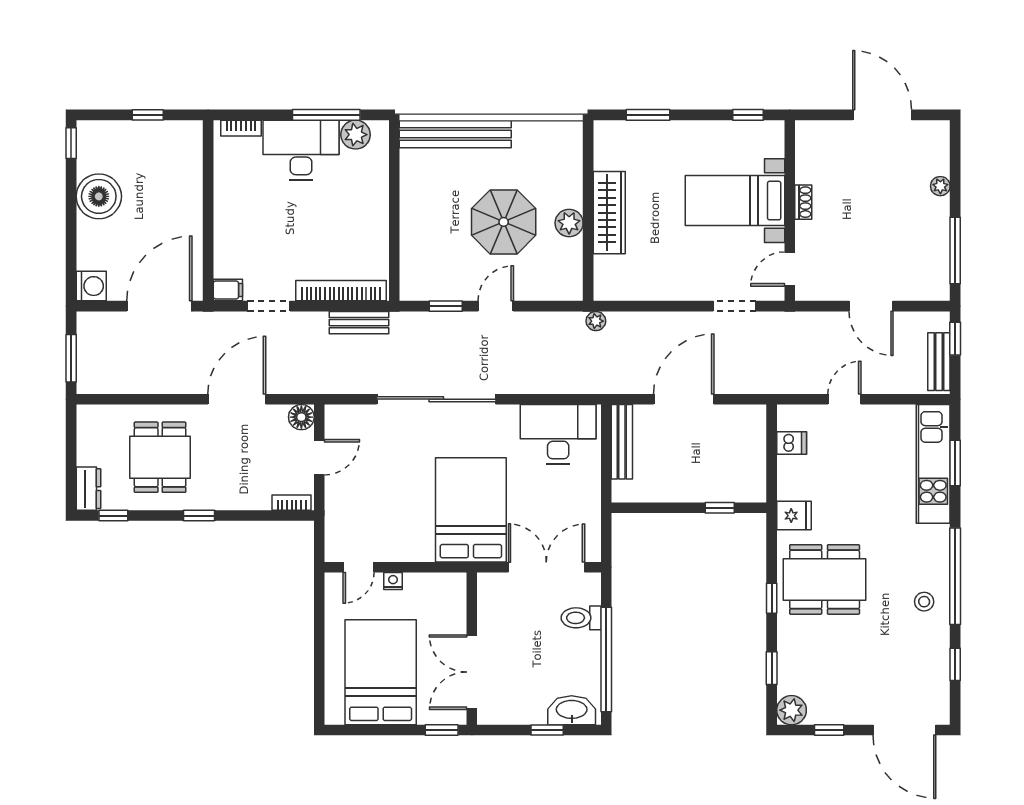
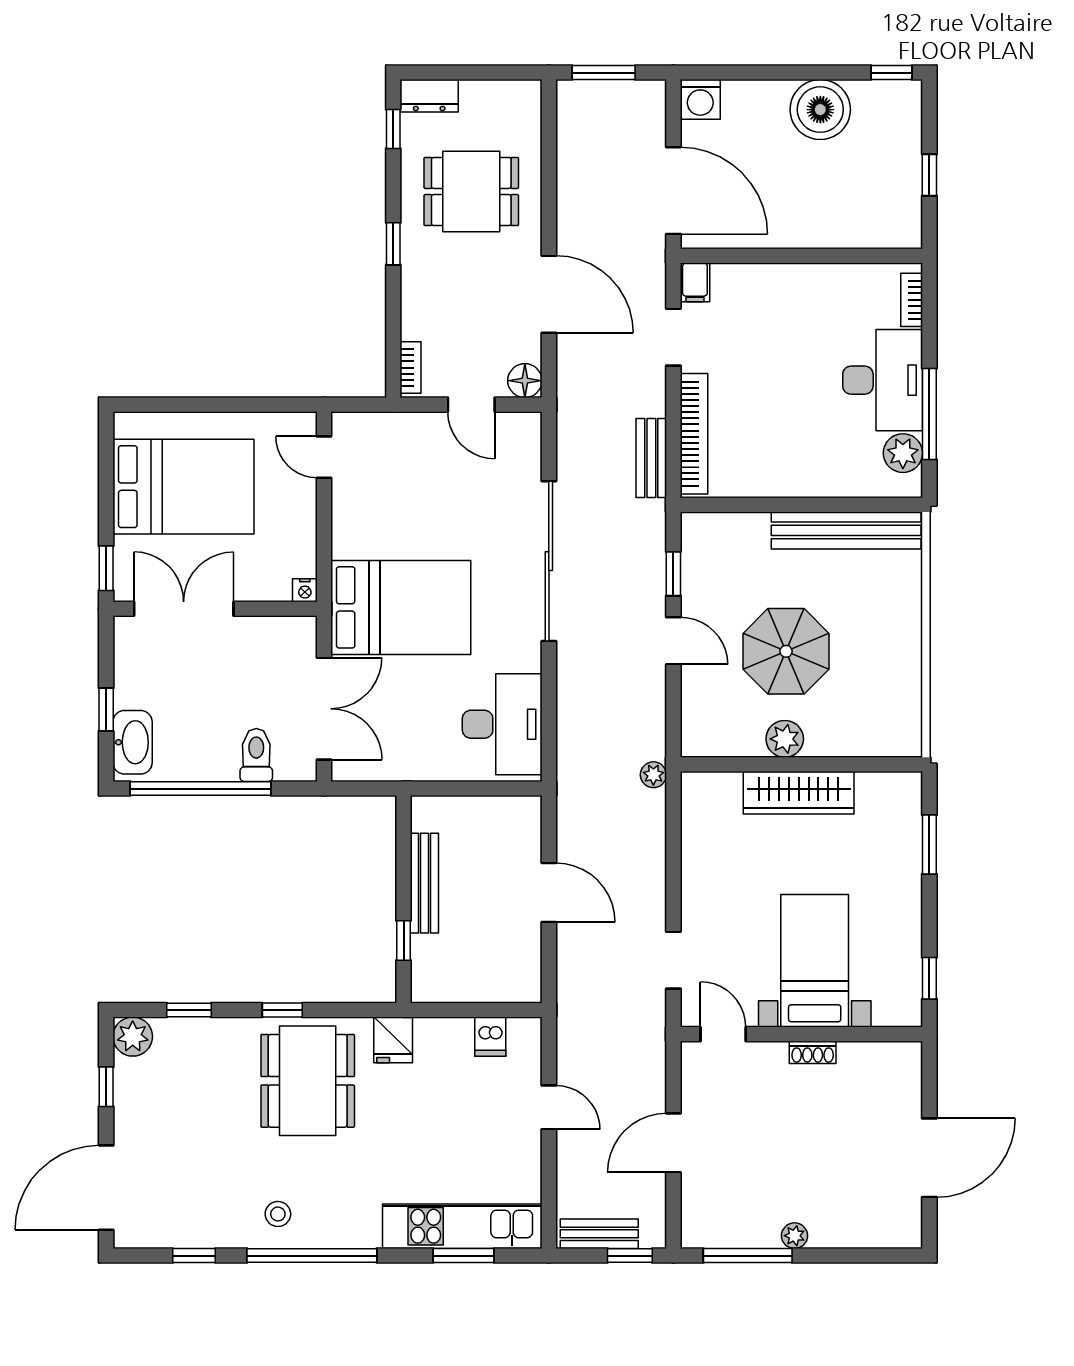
bench: (455, 134) -> (846, 530), moved, turned 90
plant: (940, 186) -> (795, 1236), moved
door: (684, 399) -> (549, 892), width x0.73
bench: (622, 442) -> (424, 883), moved, turned 90
nightstand: (393, 581) -> (305, 590), moved, turned 90

